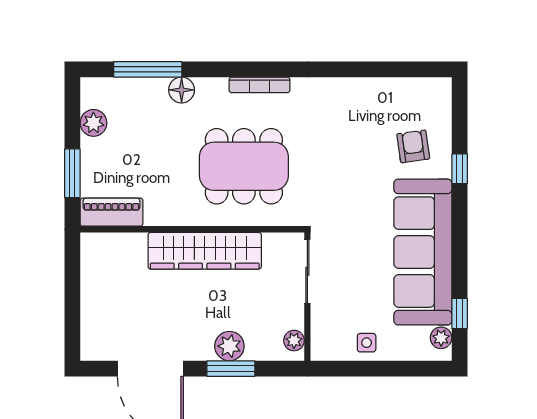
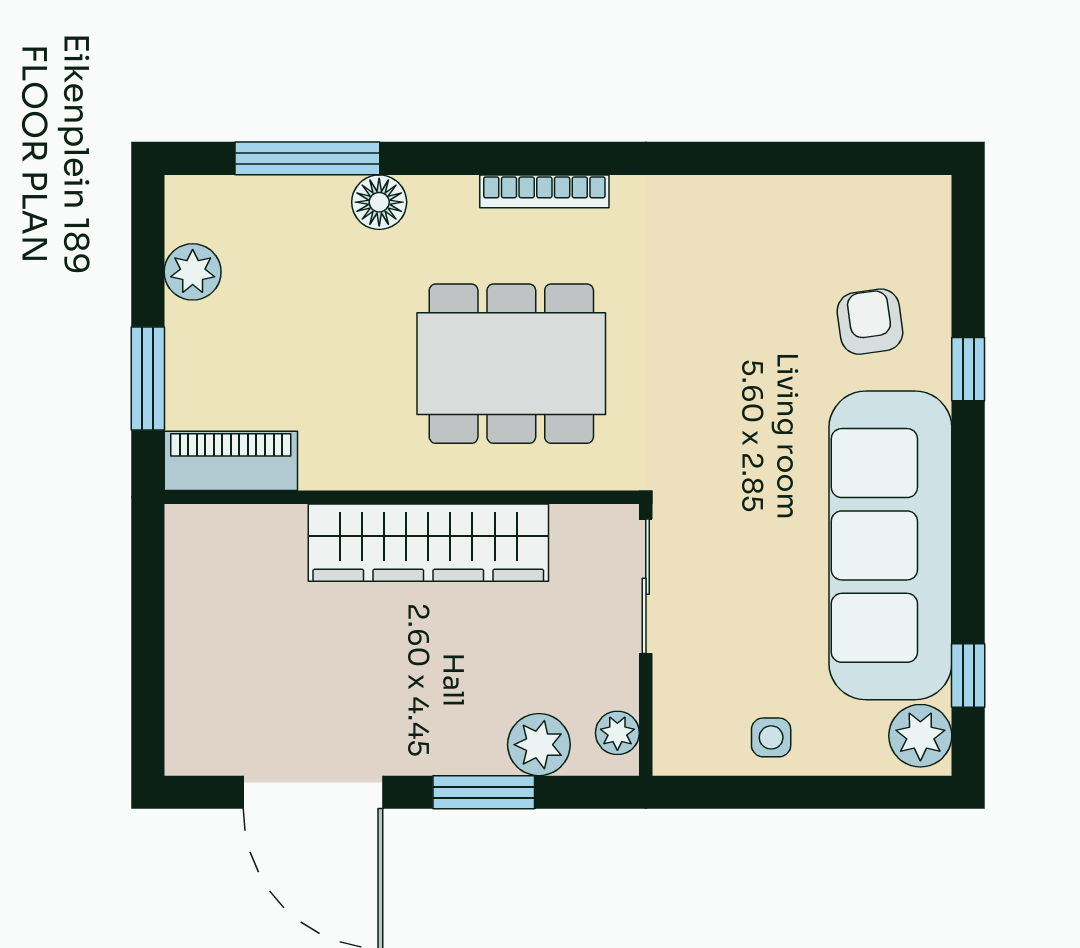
plant: (441, 338) -> (920, 736), width x1.38, depth x1.38
plant: (229, 346) -> (539, 745), moved

